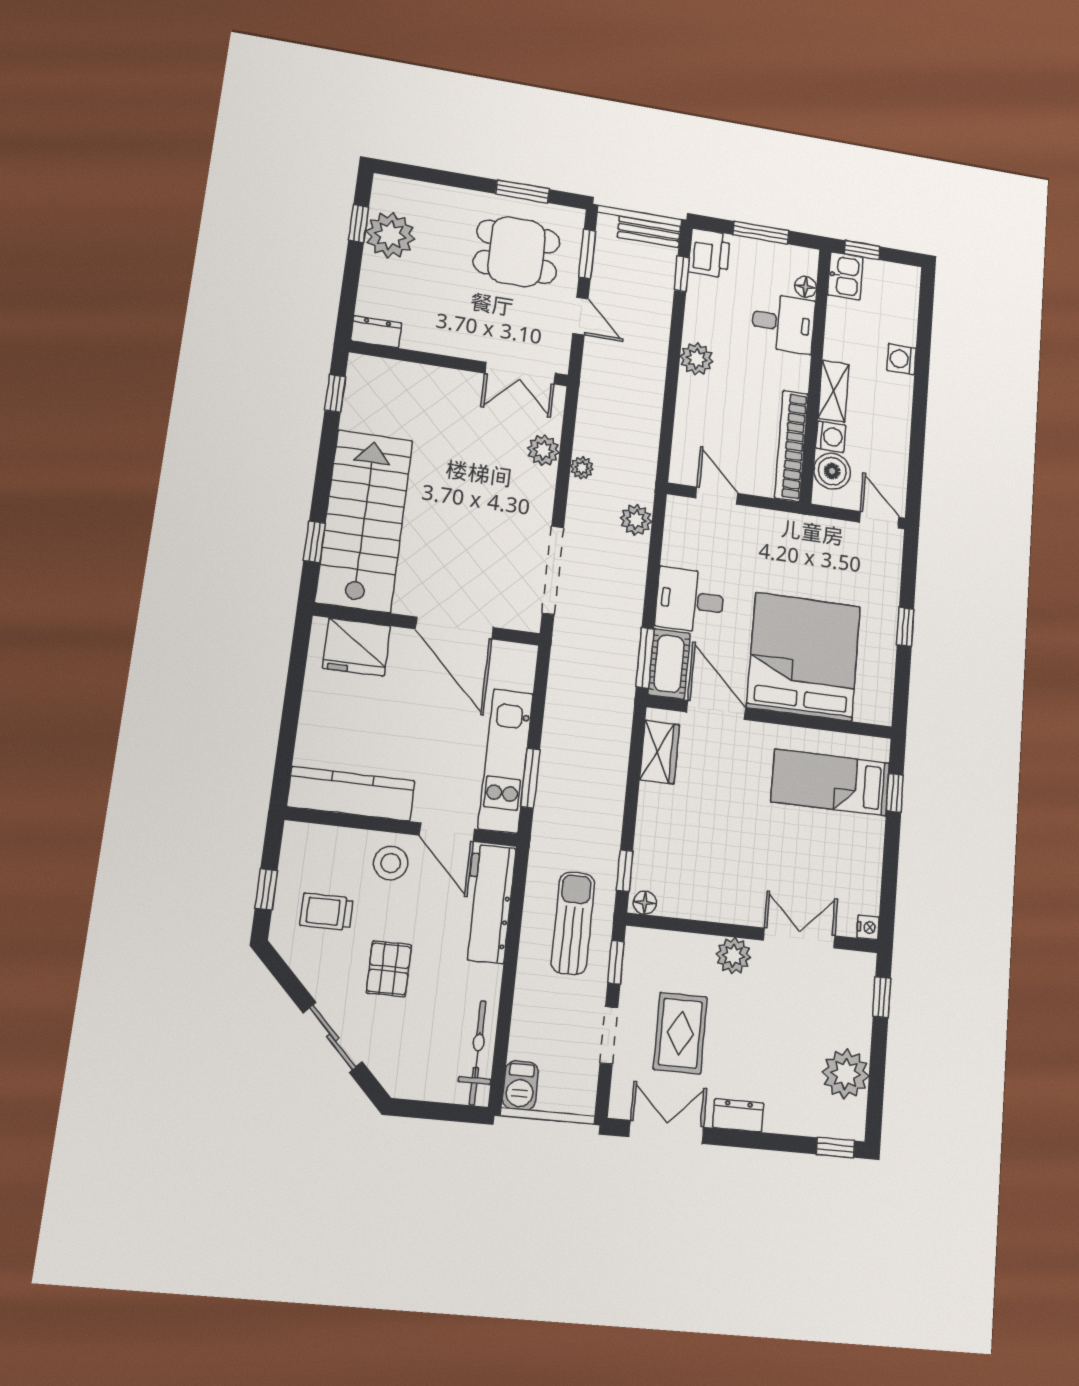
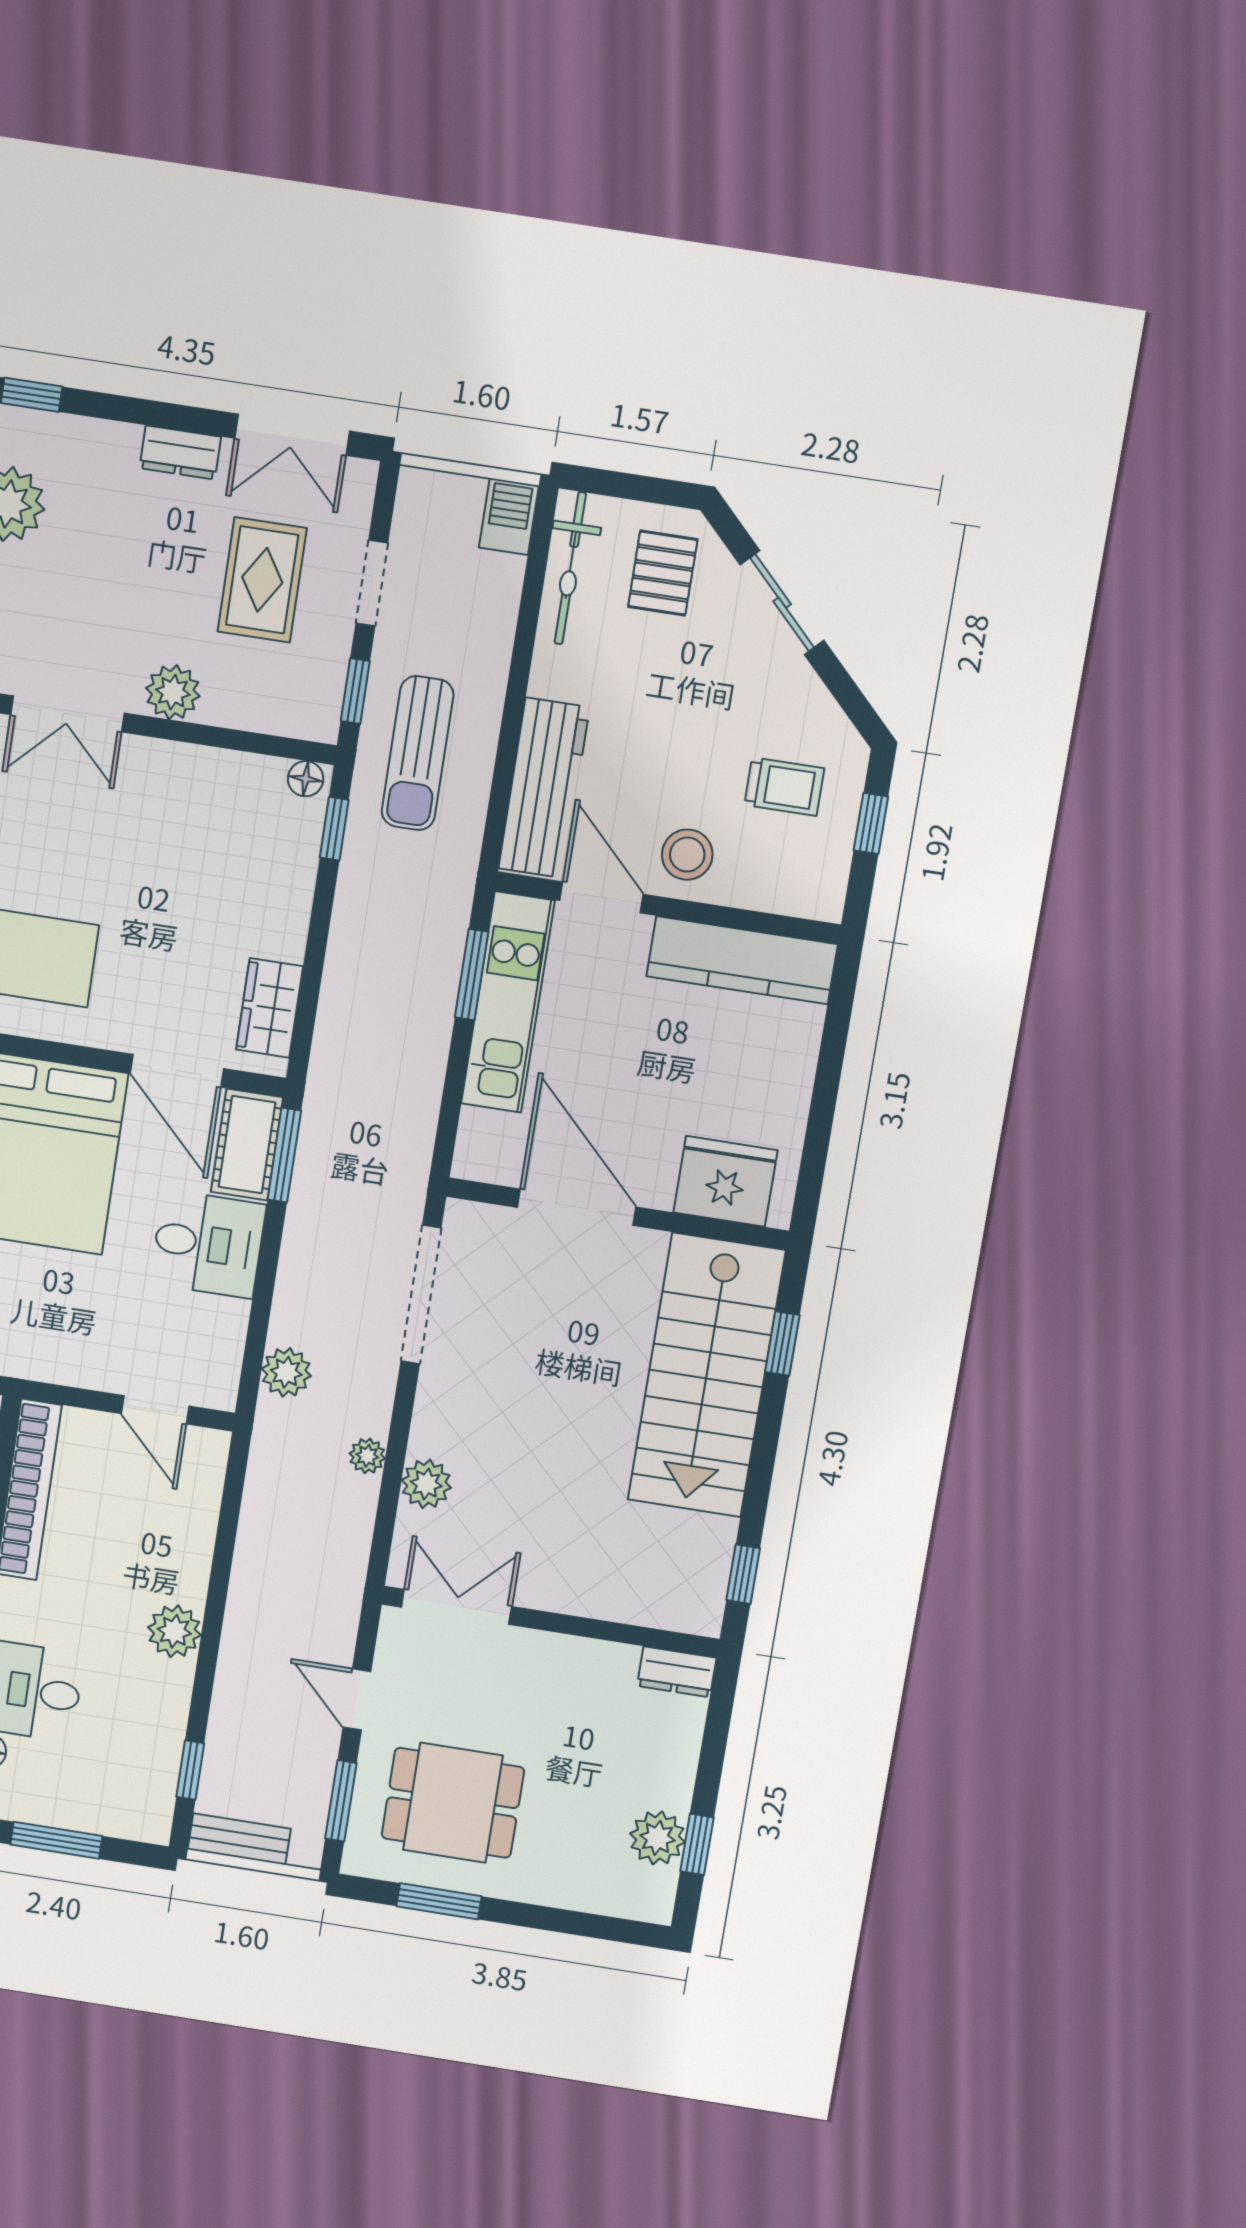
plant: (390, 235) -> (657, 1838), width x0.73, depth x0.73
printer: (709, 253) -> (143, 1805), removed
pallet: (389, 969) -> (663, 573), moved

